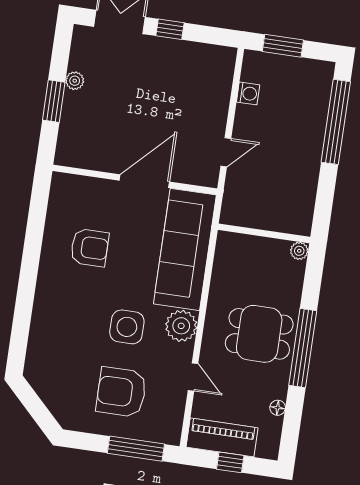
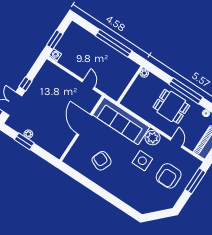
washing machine: (248, 93) -> (55, 55), moved
window: (54, 101) -> (24, 141), moved
window: (336, 122) -> (114, 43), moved
armchair: (90, 248) -> (102, 161), turned -68
dining table: (259, 334) -> (171, 106), turned 90
door: (193, 377) -> (176, 143), hinge flipped

